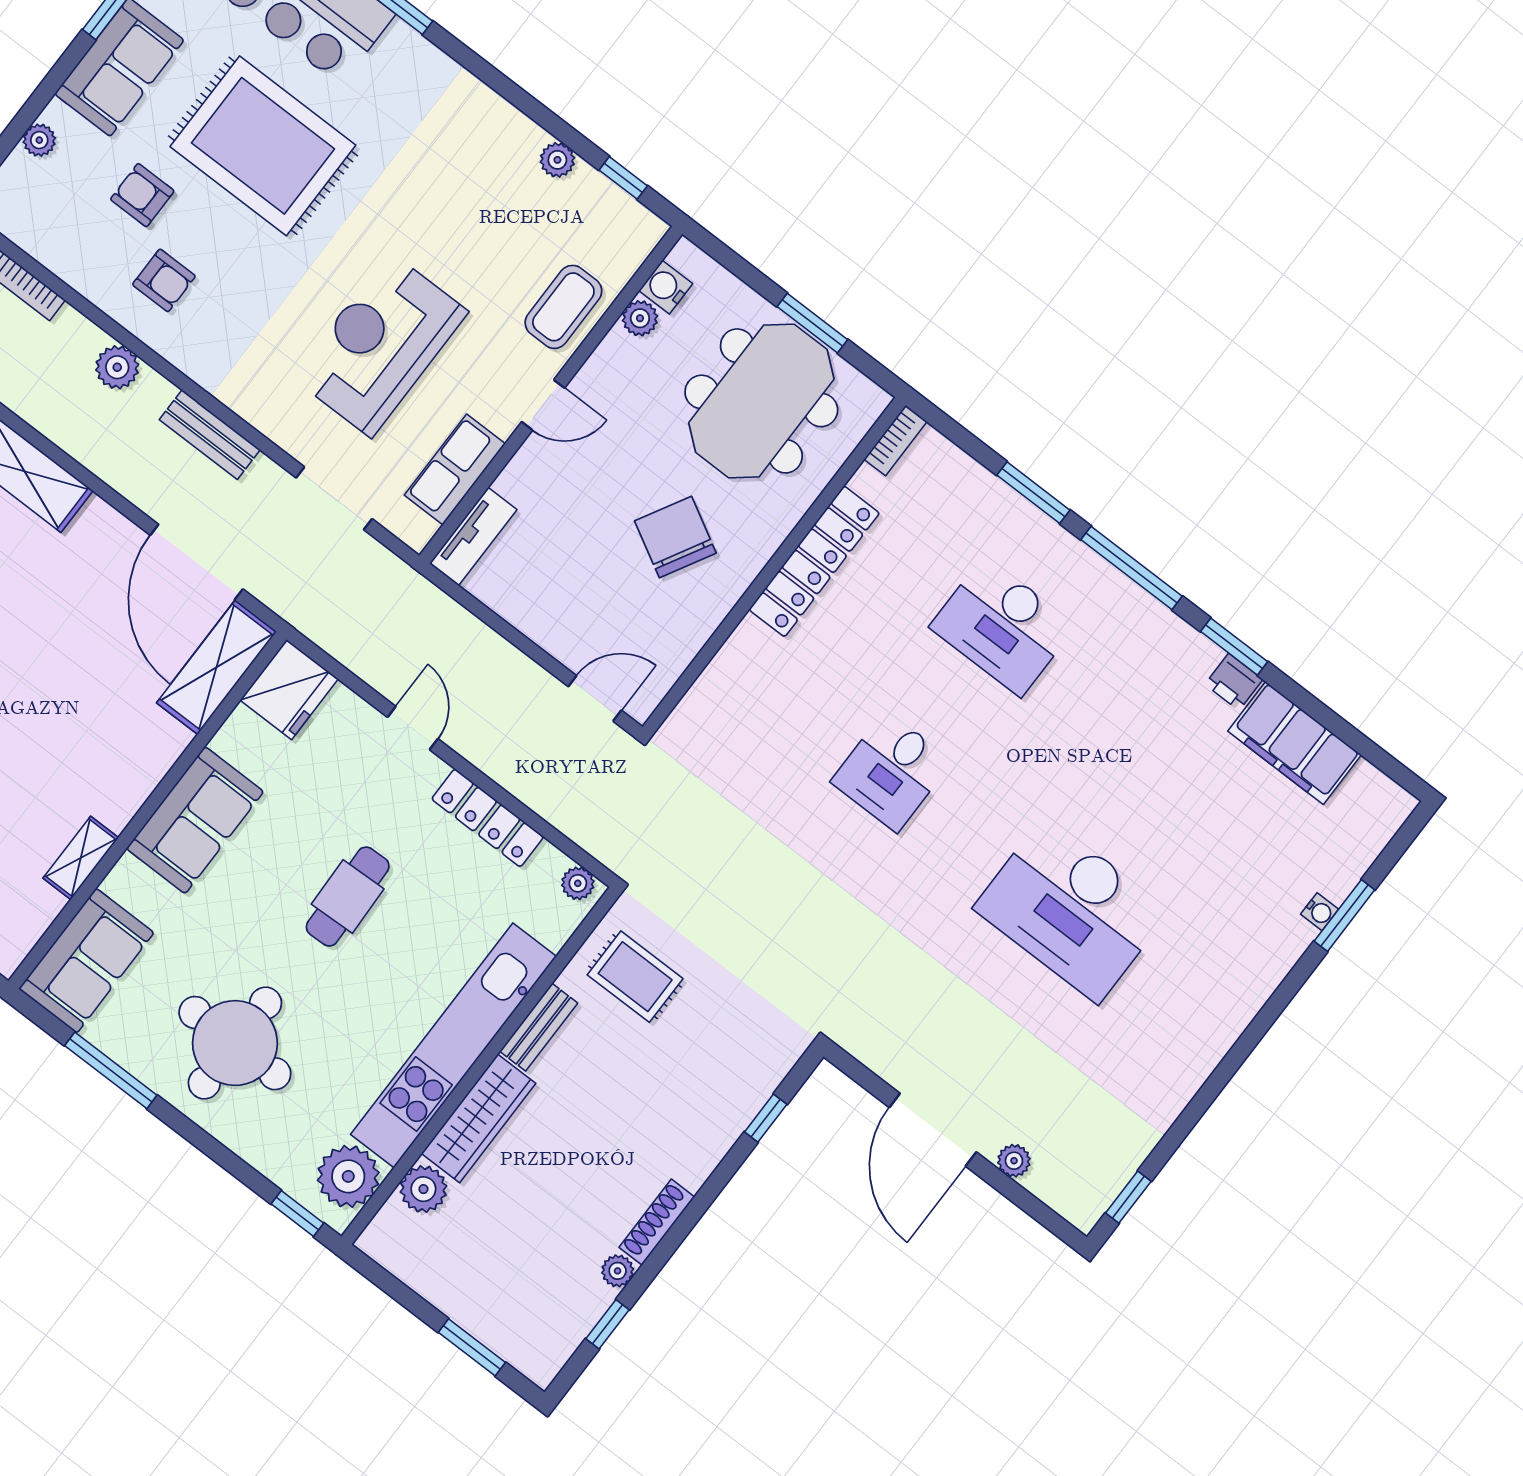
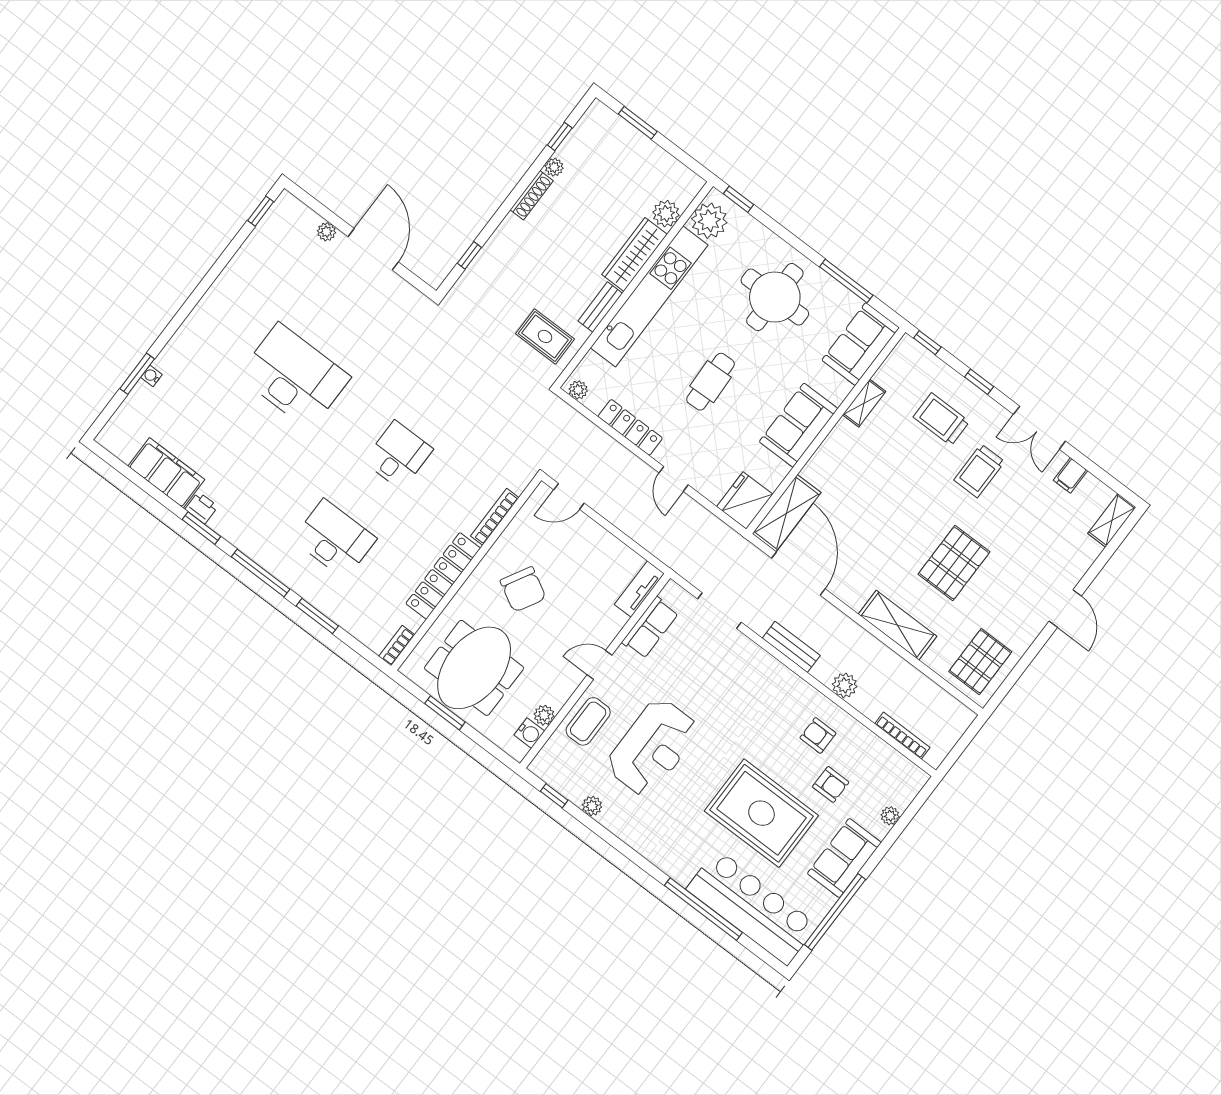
reception desk: (380, 345) -> (653, 747), moved
bookcase: (724, 663) -> (495, 517), added

